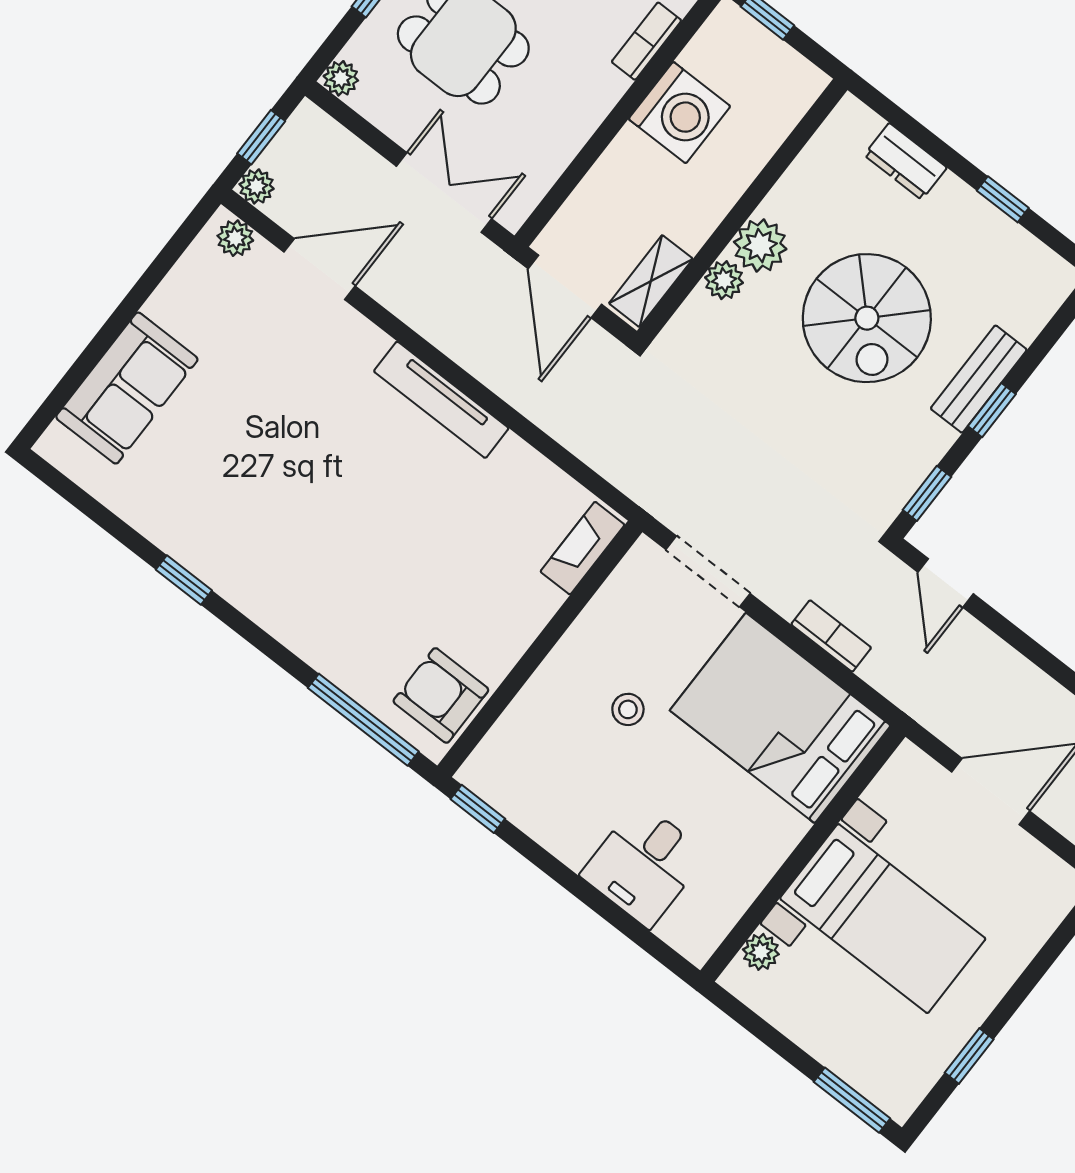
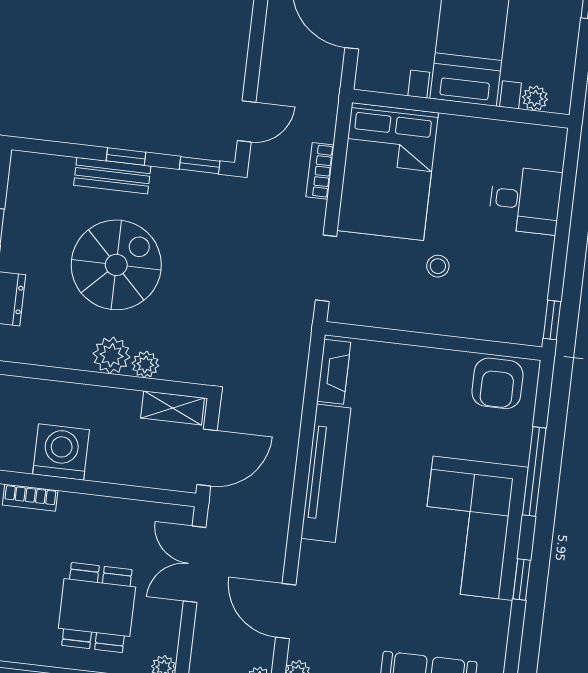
tv unit: (441, 400) -> (326, 473), width x1.36, depth x1.29
fireplace: (582, 548) -> (334, 372), moved, turned -90
corner sofa: (282, 559) -> (473, 528), added
window: (363, 720) -> (534, 472), moved

